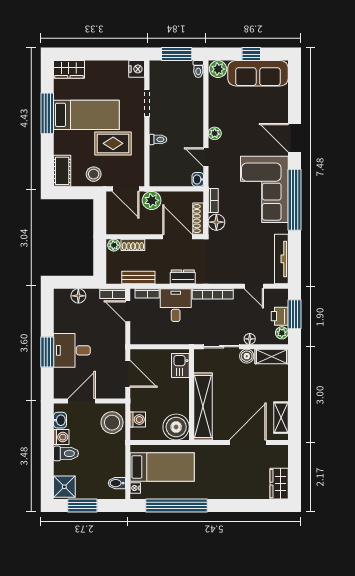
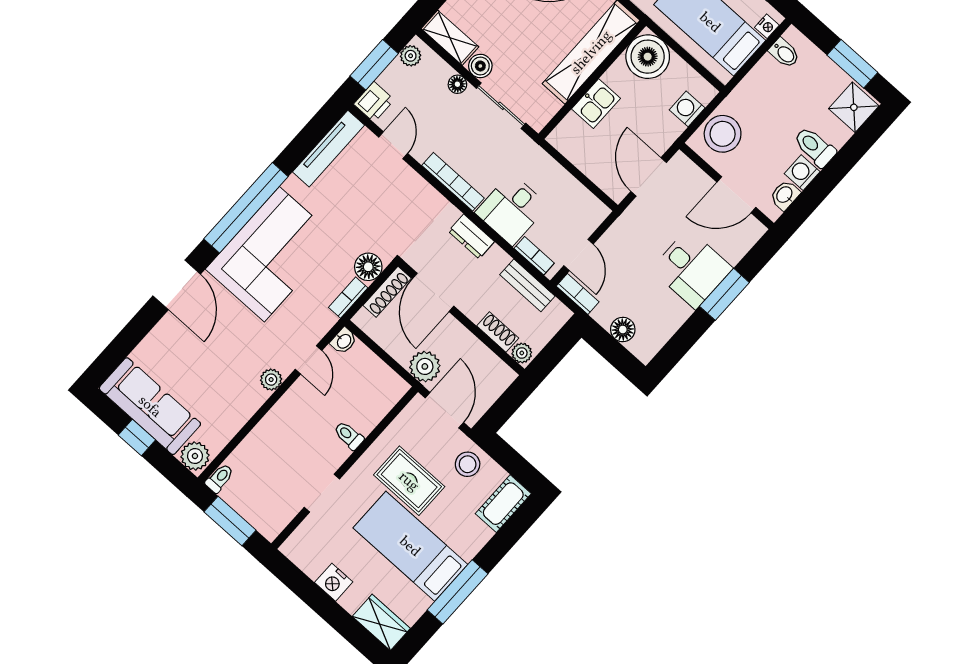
nightstand: (137, 69) -> (334, 582), moved, turned -90
printer: (280, 316) -> (374, 102), moved
kitchen sink: (180, 365) -> (596, 104), moved

